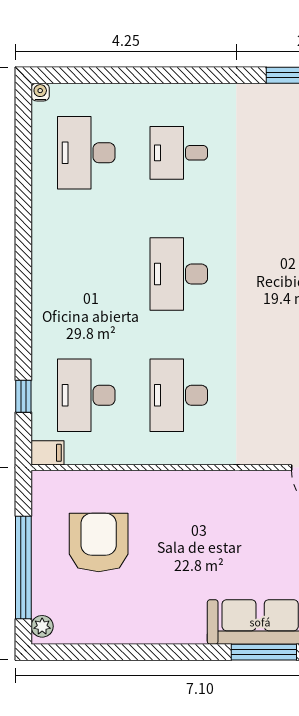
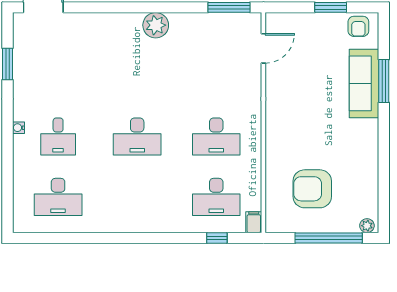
water cooler: (40, 92) -> (18, 128), moved

